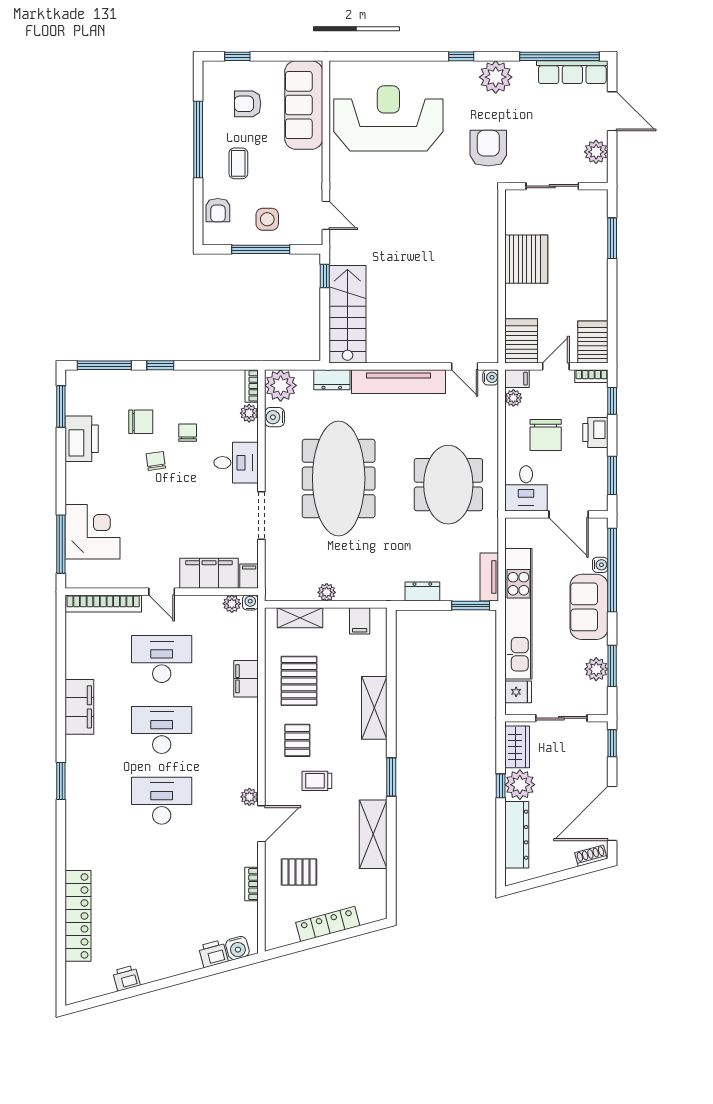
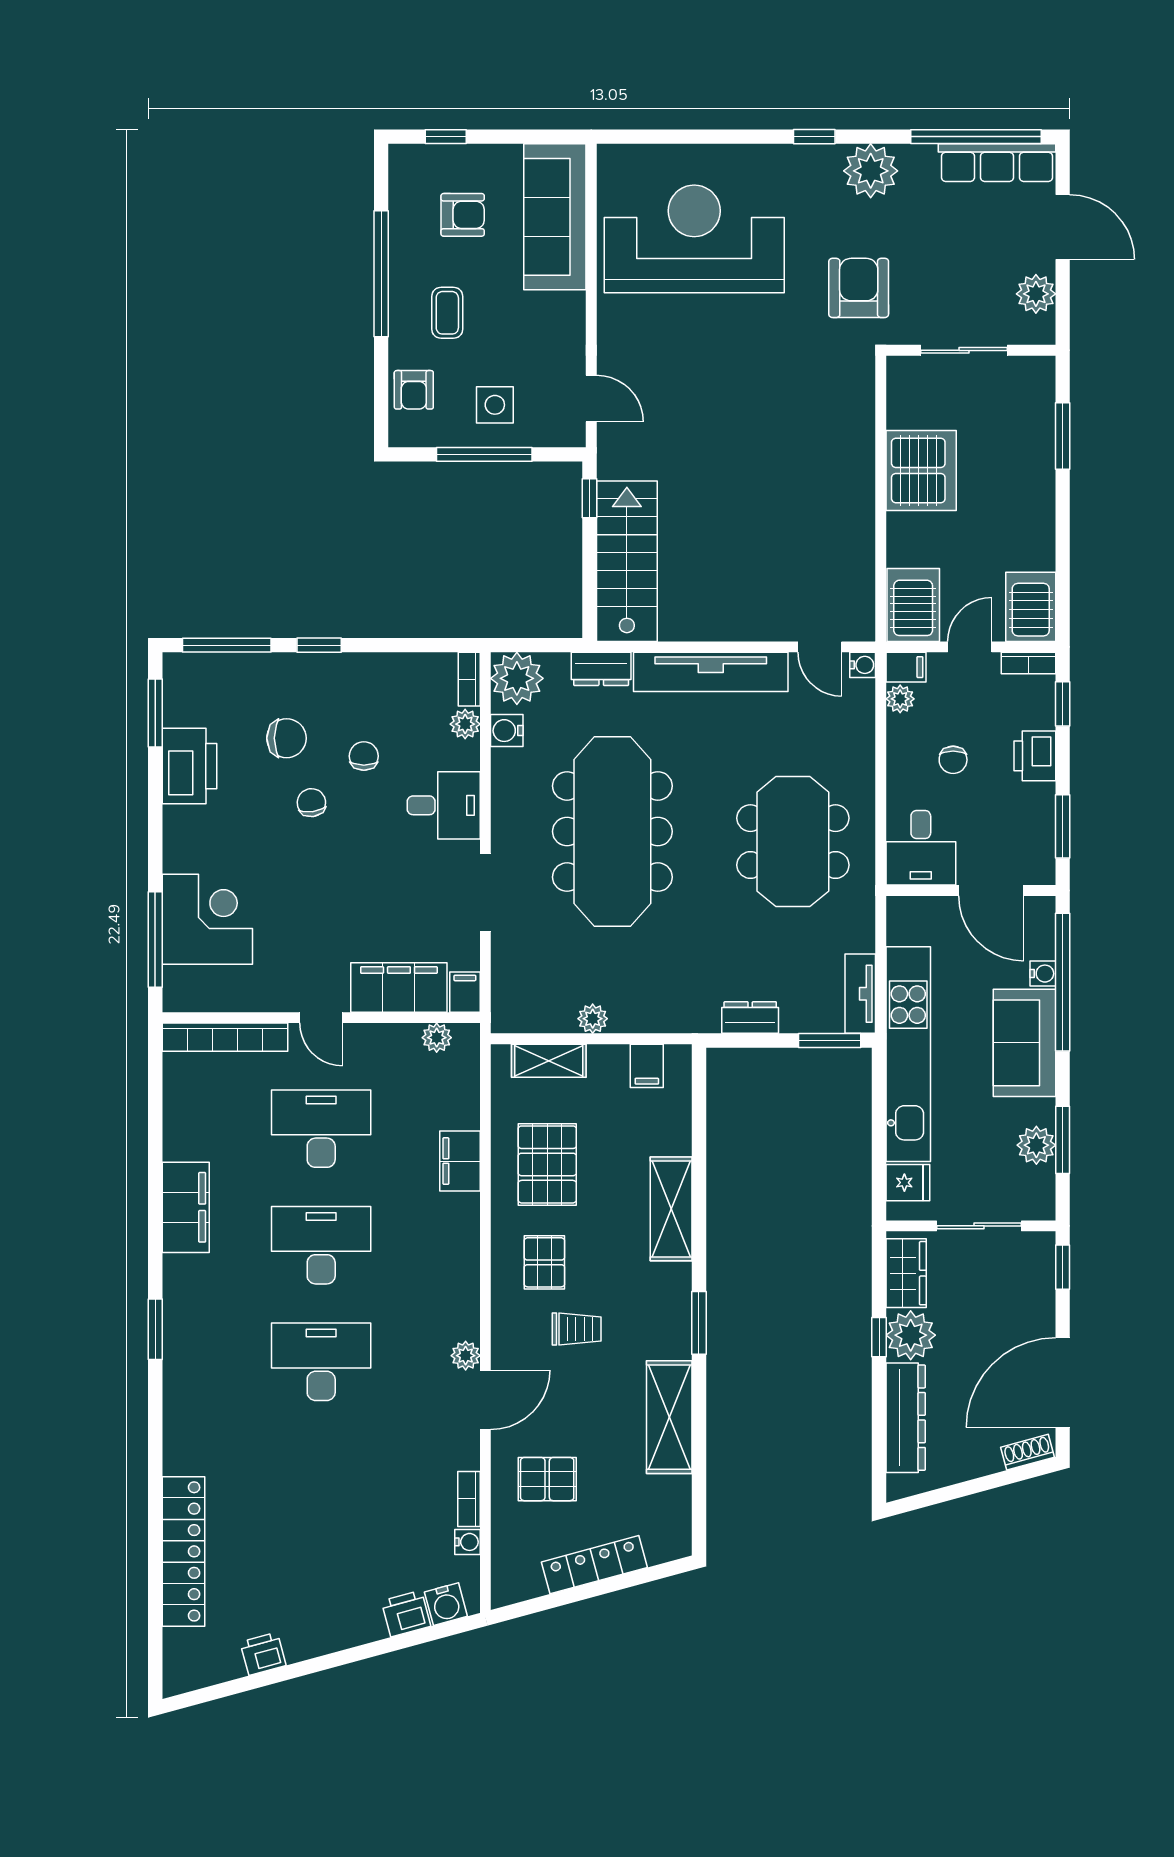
armchair: (248, 104) -> (463, 215), turned 180
chair: (546, 435) -> (953, 760), width x0.54, depth x0.54
water cooler: (250, 602) -> (467, 1542), moved, turned 90
trolley: (317, 781) -> (577, 1329), turned 180

